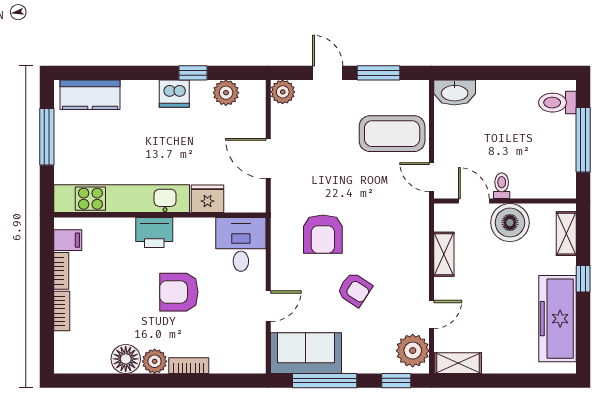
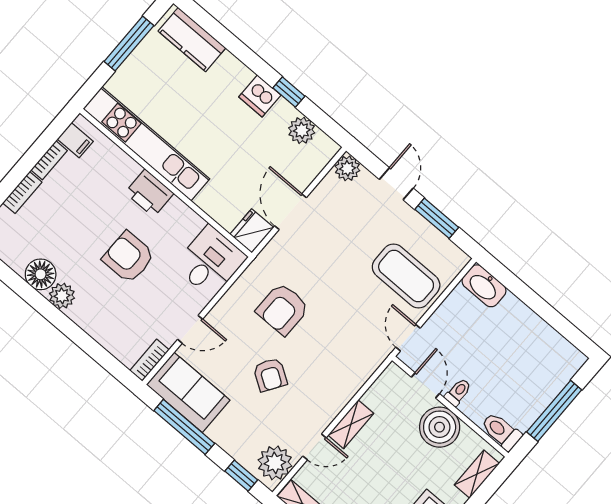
toilet: (557, 103) -> (501, 431), moved
fridge: (208, 199) -> (252, 231), moved, turned -90
shelving: (444, 254) -> (351, 424), moved
bookcase: (189, 366) -> (150, 360), moved, turned -90

